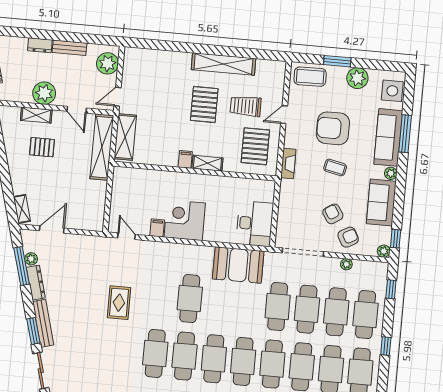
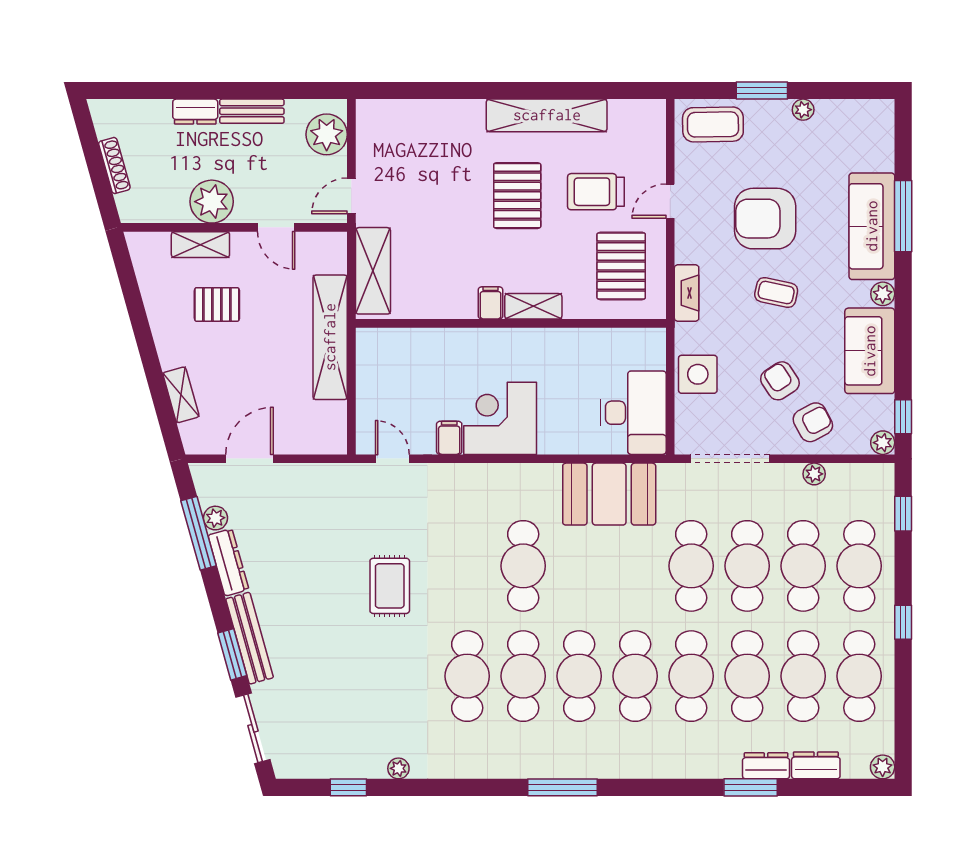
plant: (357, 78) -> (803, 110), width x0.53, depth x0.53
side table: (392, 91) -> (698, 374), moved
shelving: (102, 147) -> (330, 337), moved
shelving: (22, 209) -> (181, 395), moved

